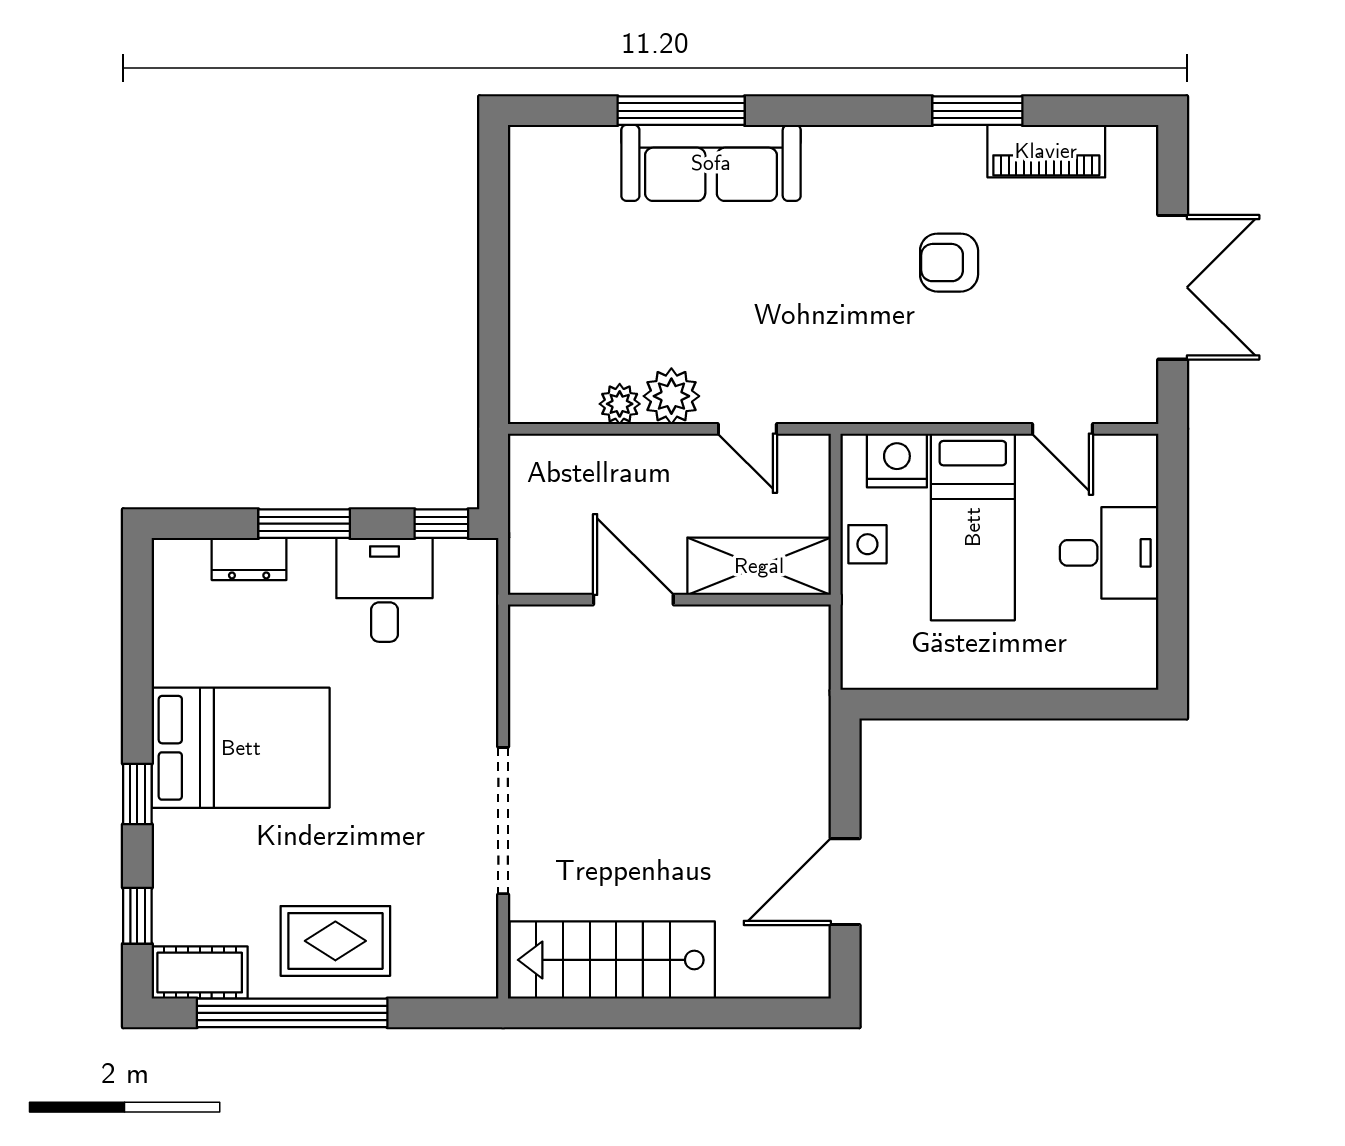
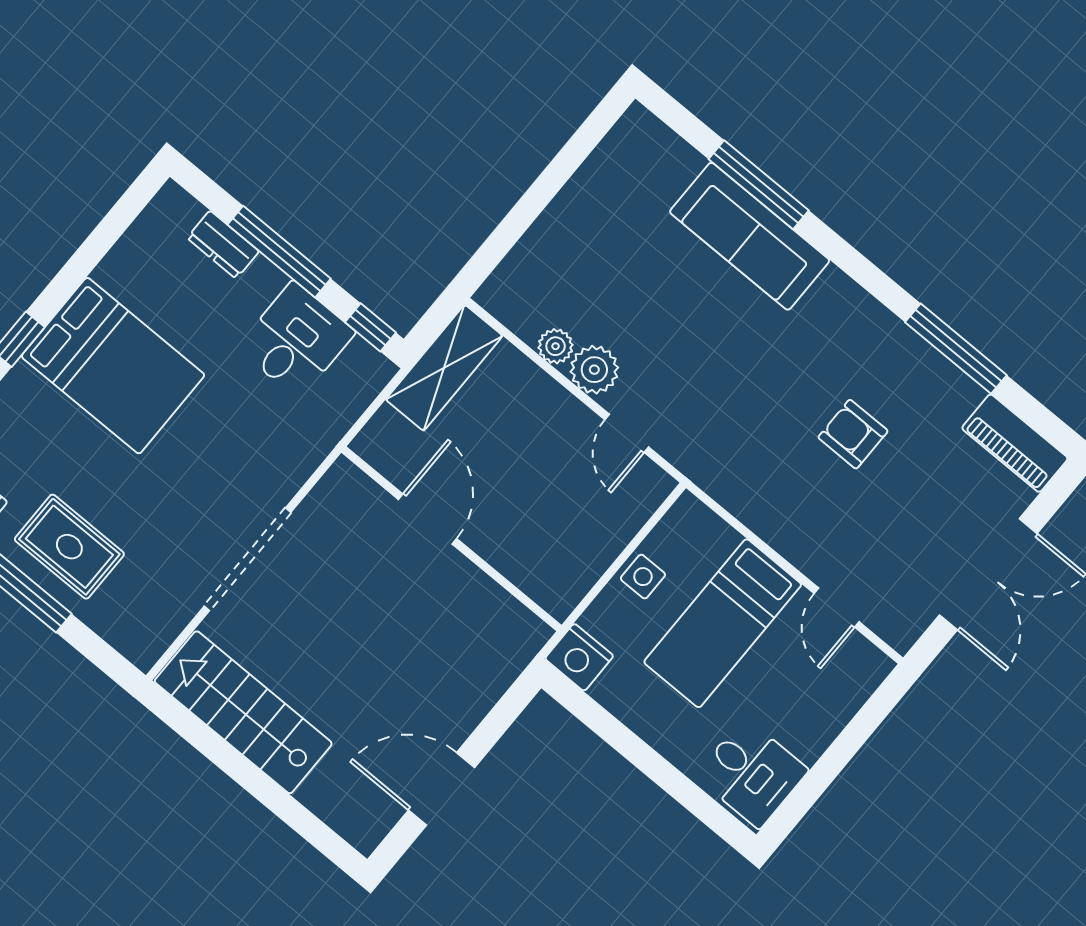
window: (977, 111) -> (956, 349), width x1.44
piano: (1046, 151) -> (1015, 443), moved
nightstand: (897, 460) -> (579, 657), moved, turned 180
window: (304, 524) -> (279, 252), width x1.44
desk: (1109, 553) -> (752, 773), moved
shelving: (759, 566) -> (444, 368), moved, turned 90
door: (633, 600) -> (428, 519), moved
wall: (669, 600) -> (451, 539), moved

